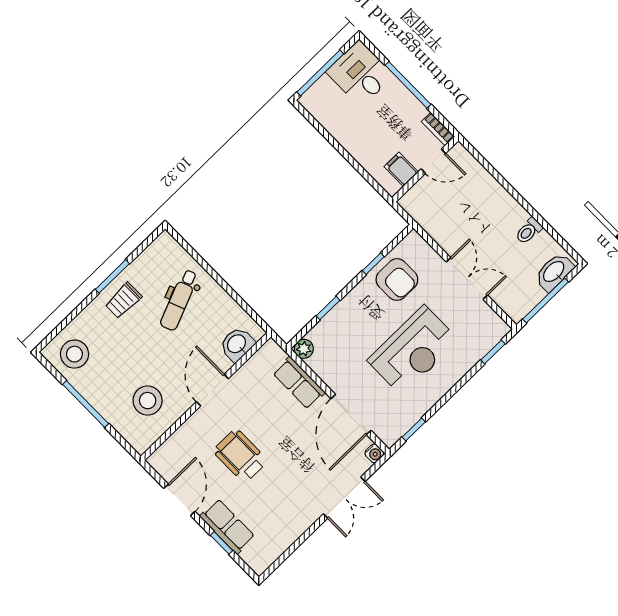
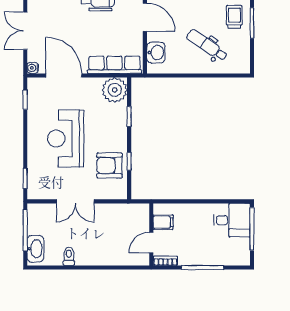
desk: (360, 74) -> (232, 220), moved
dental chair: (179, 300) -> (207, 45), turned -34
plant: (304, 349) -> (115, 90), width x1.88, depth x1.88
row of seats: (299, 383) -> (115, 65), width x1.48

